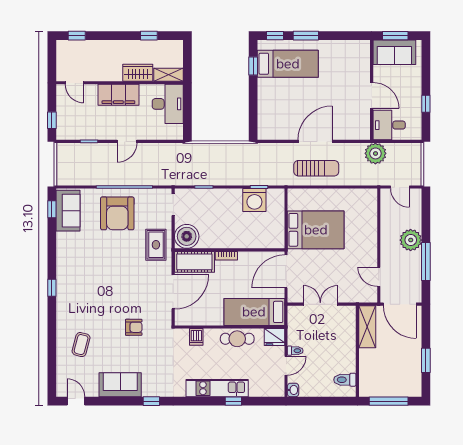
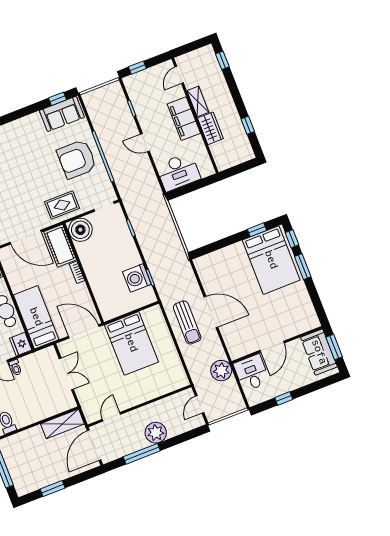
bed: (288, 64) -> (271, 260), width x1.50
shelving: (169, 75) -> (198, 101), moved
desk: (168, 104) -> (178, 172), moved

